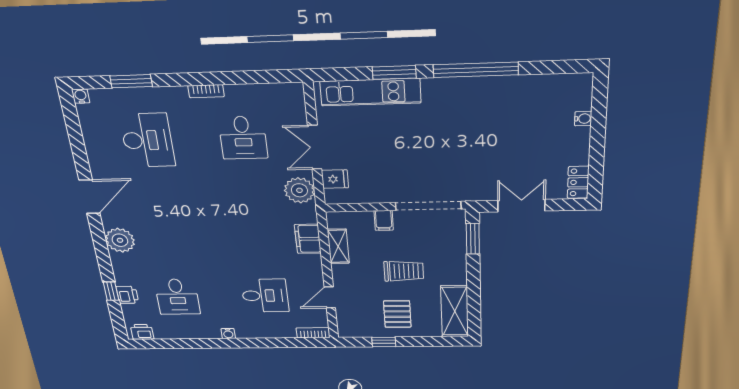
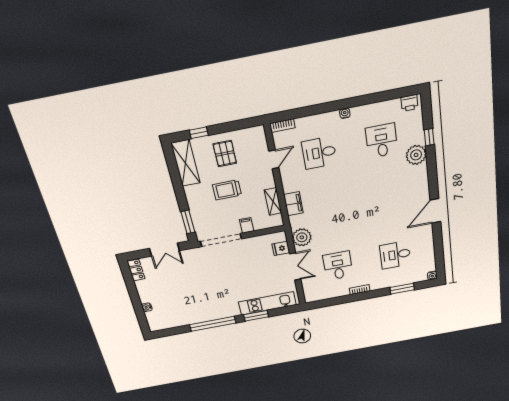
desk: (147, 140) -> (395, 255), width x0.73
plant: (120, 240) -> (416, 155), moved
printer: (127, 295) -> (418, 136), removed
window: (384, 342) -> (199, 133), moved

